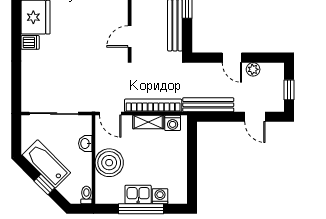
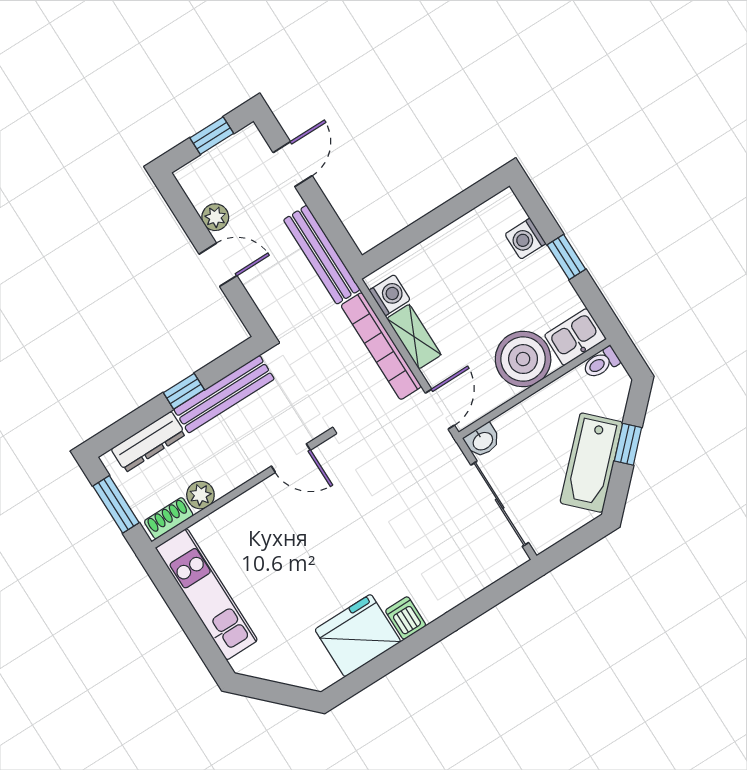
door: (232, 58) -> (218, 265), hinge flipped
washbasin: (85, 143) -> (482, 441), moved
kitchen sink: (138, 194) -> (575, 337), moved, turned 90
window: (141, 209) -> (566, 257), width x0.46

